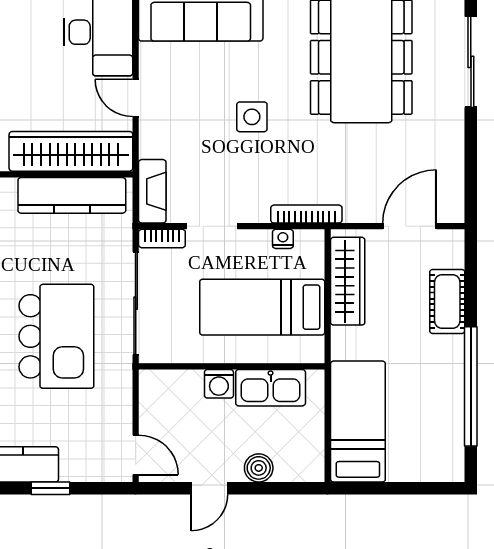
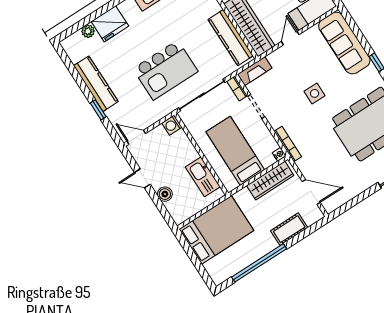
nightstand: (283, 239) -> (279, 154), moved
washing machine: (219, 384) -> (172, 125), moved
bed: (358, 421) -> (216, 230), width x1.50
door: (136, 455) -> (136, 137), swing flipped

